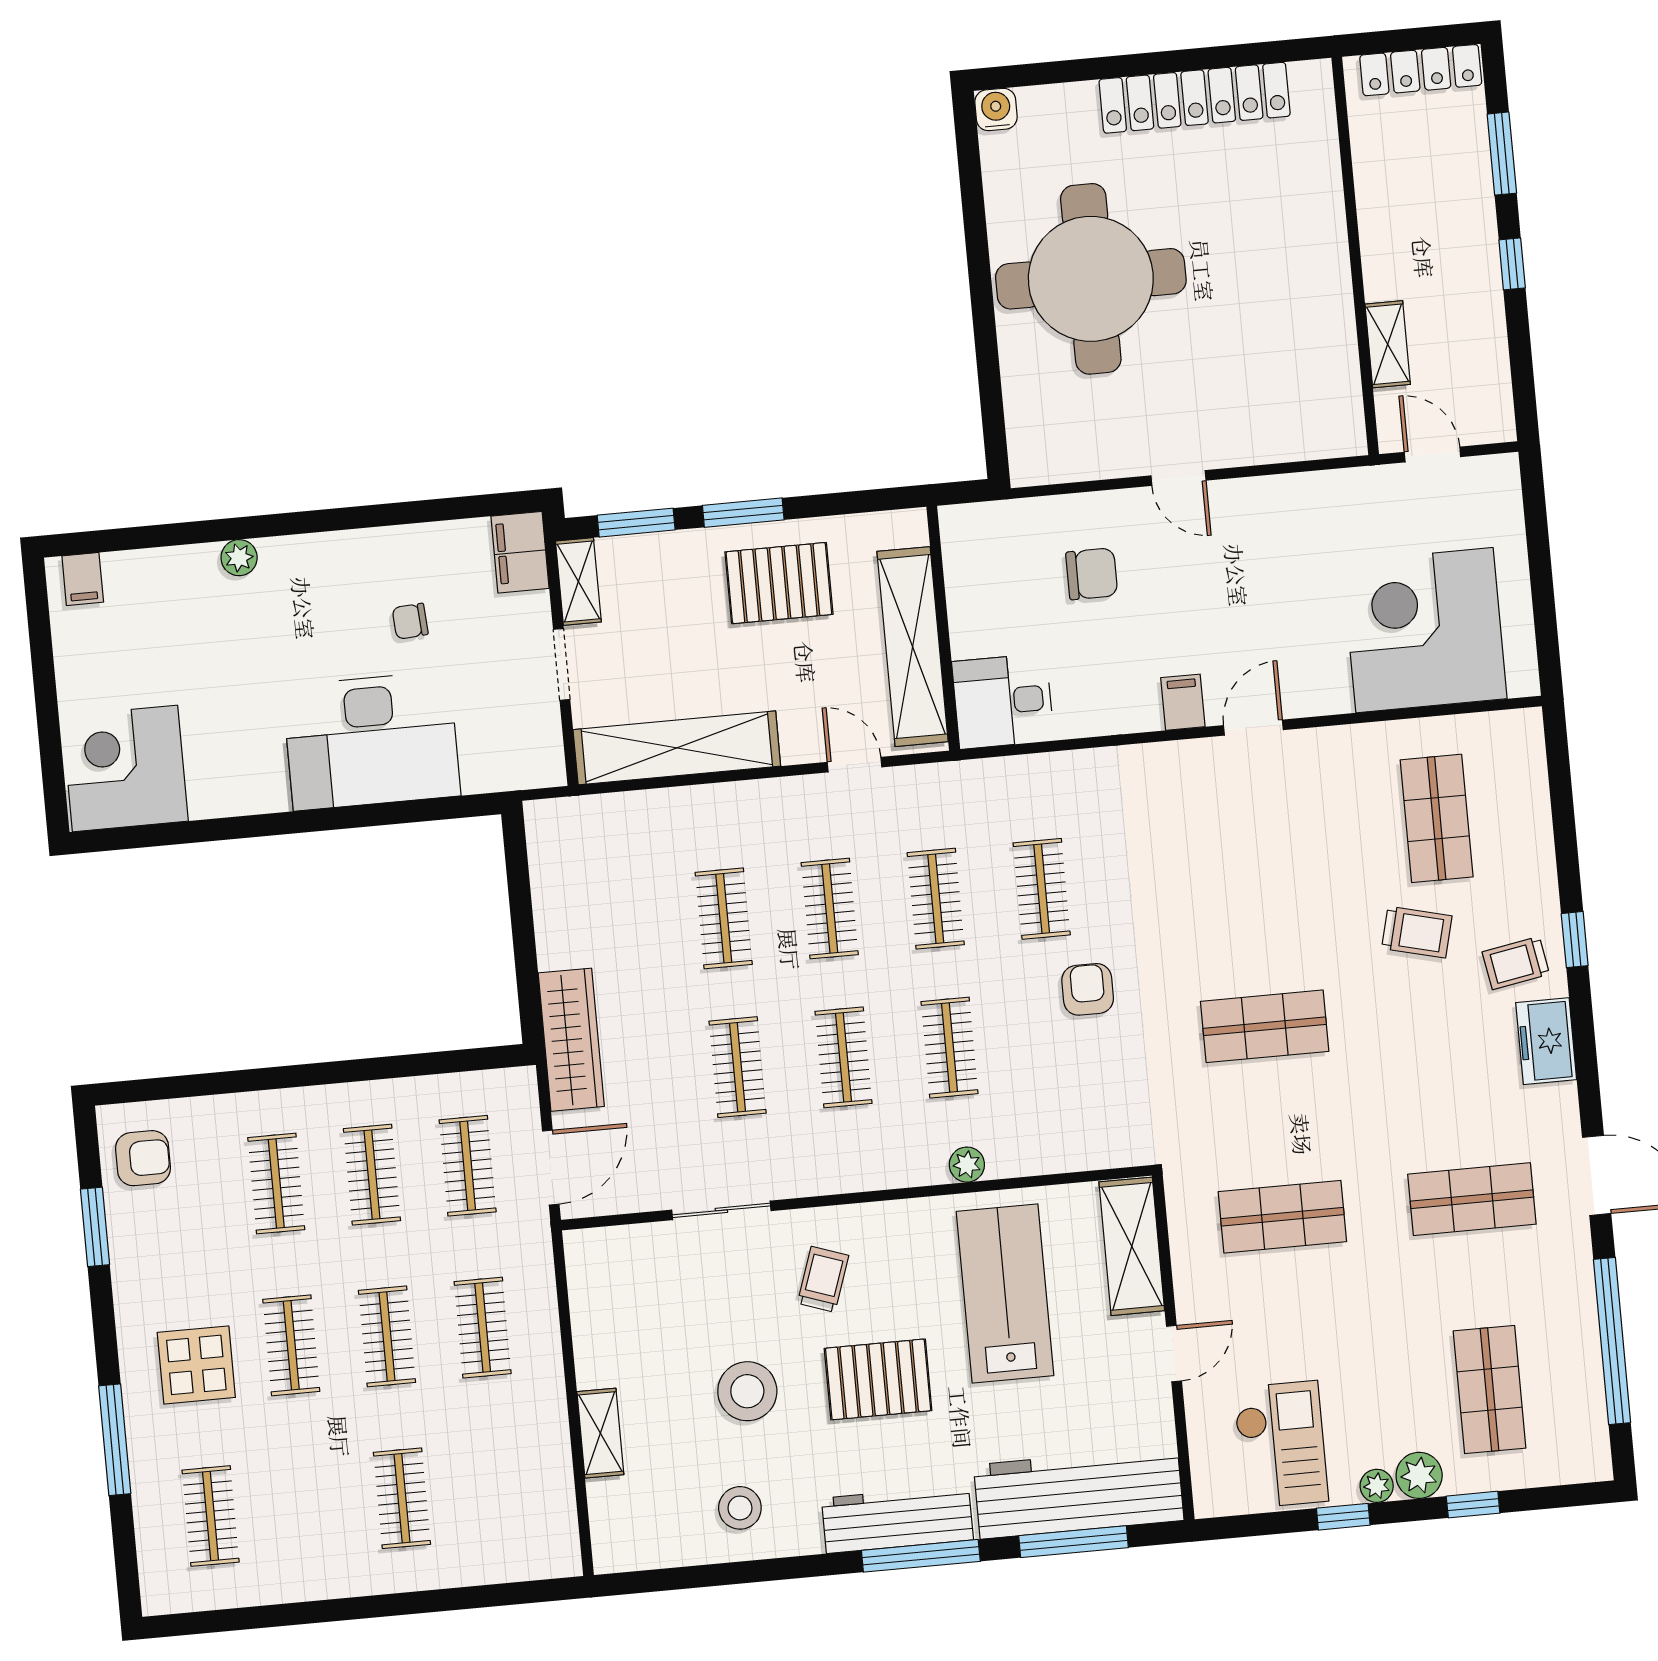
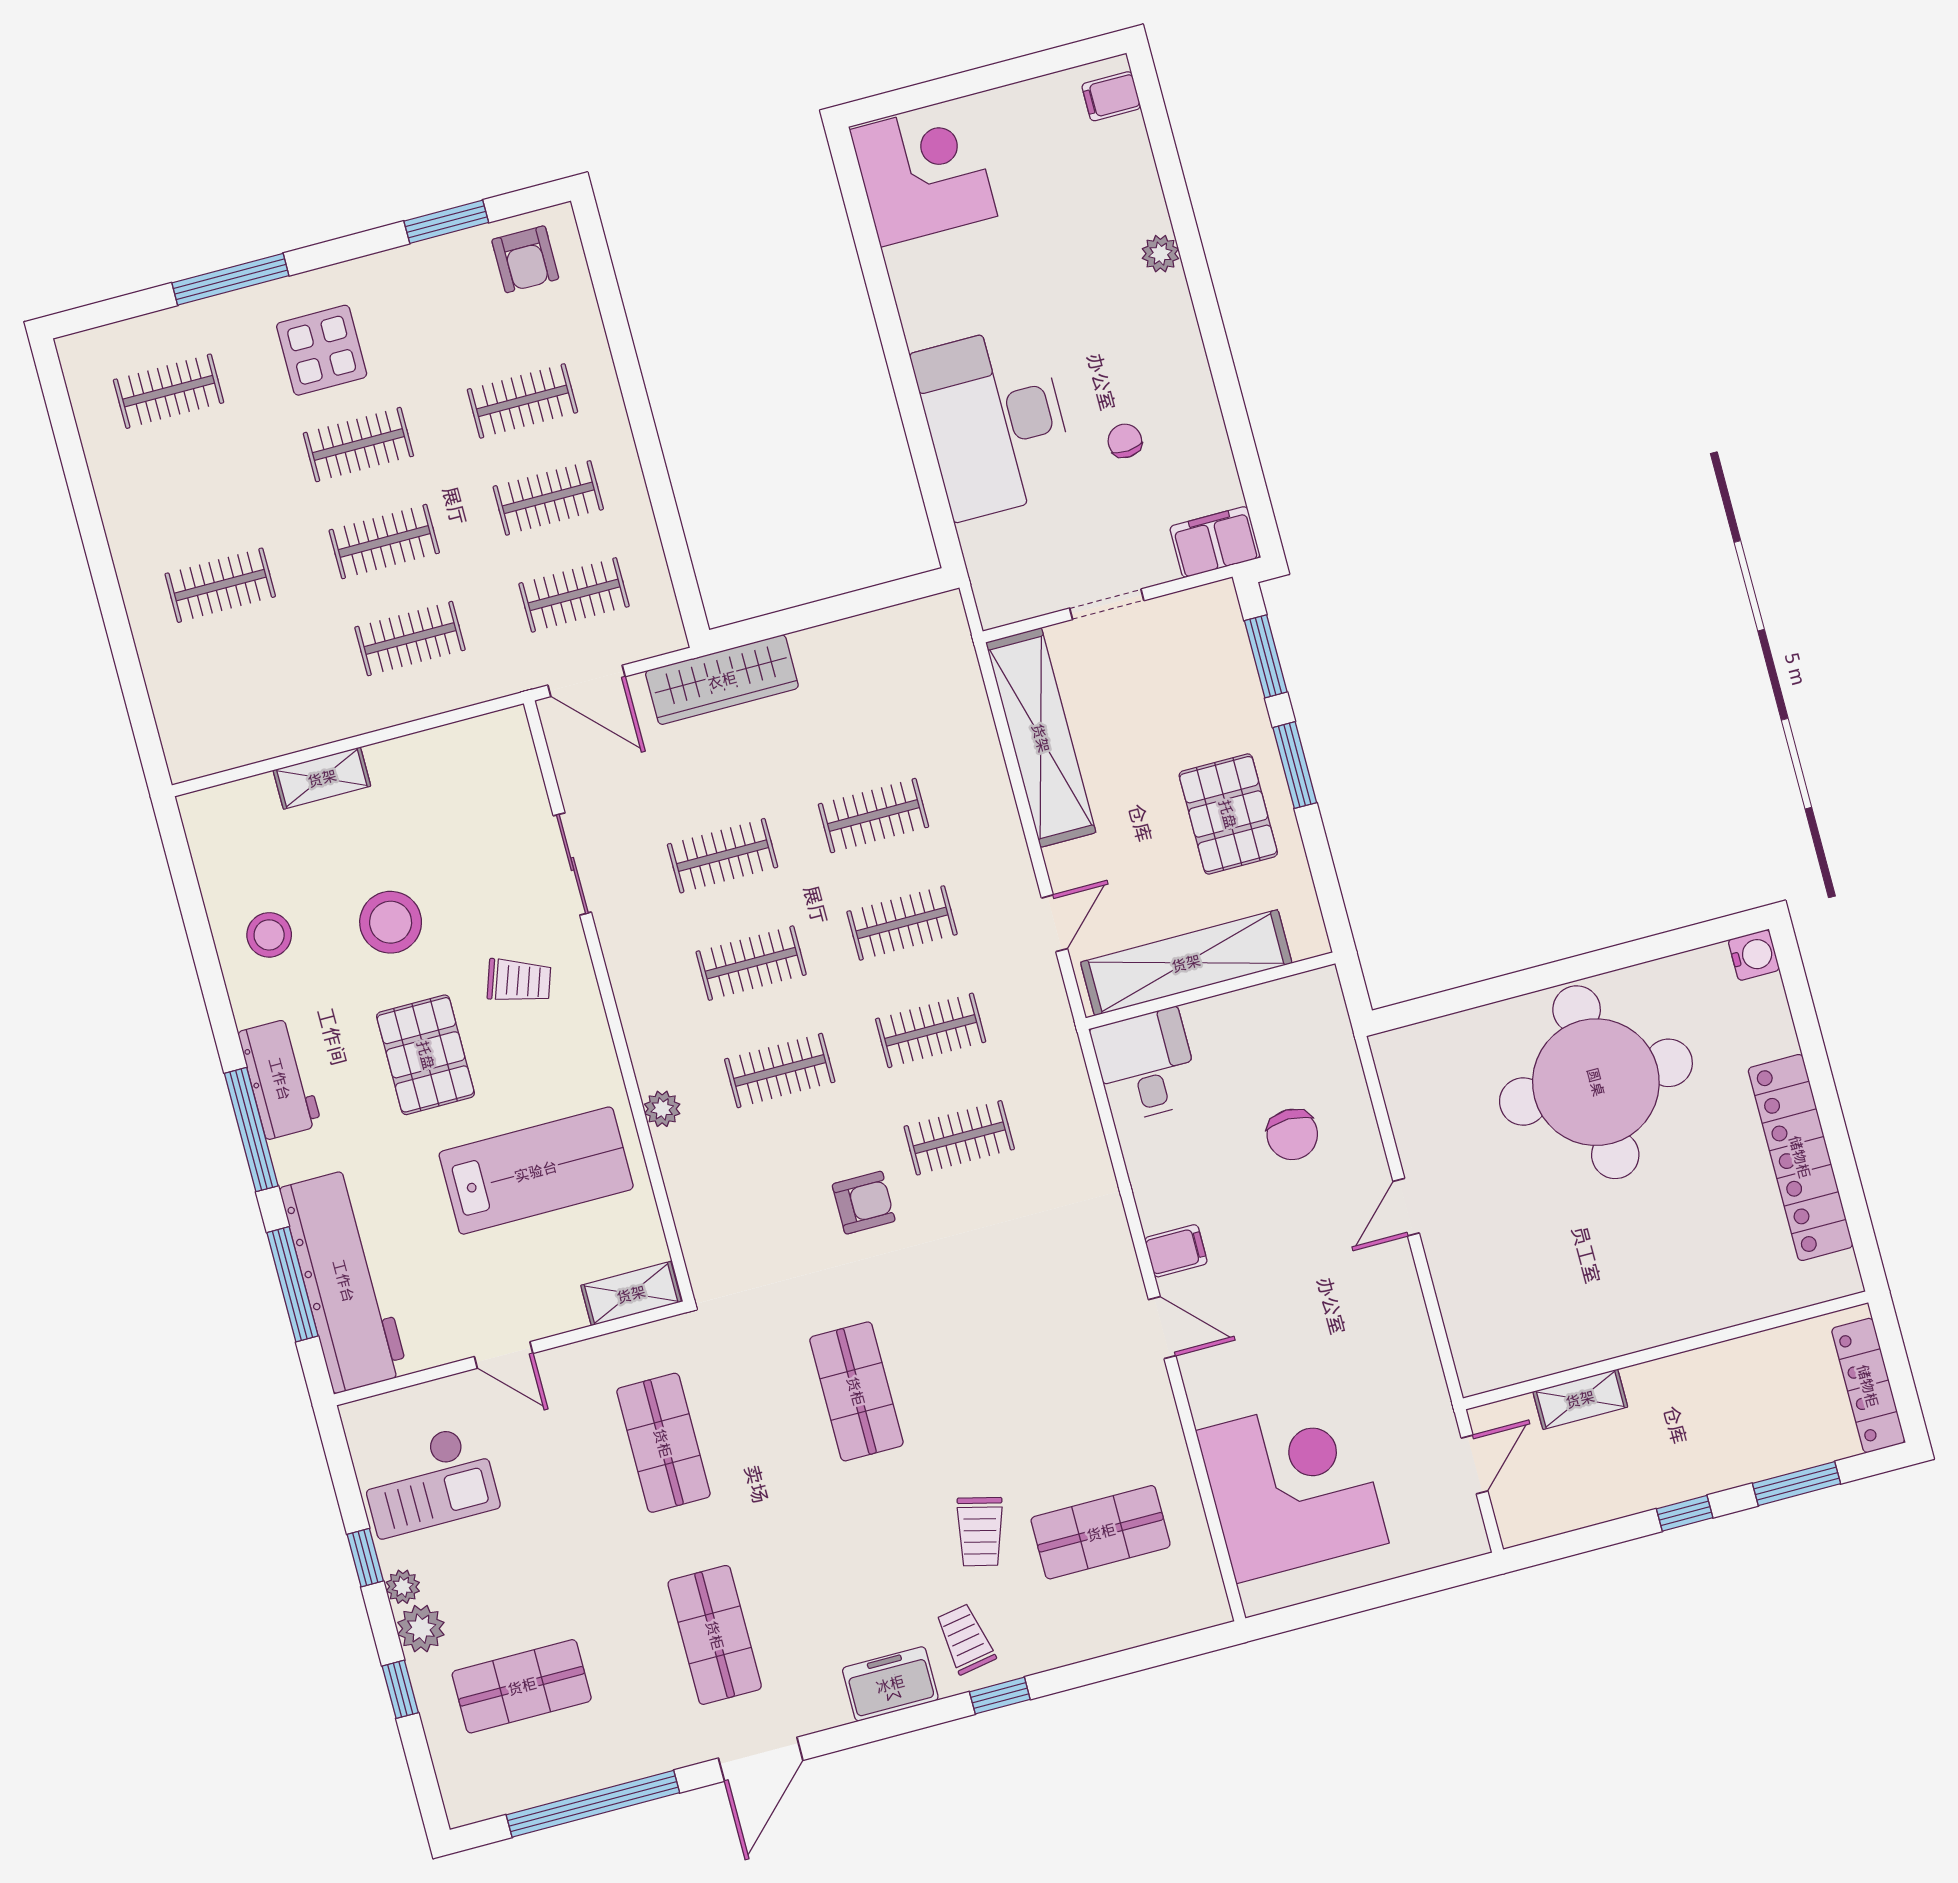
shelving: (578, 582) -> (1195, 607), removed
shelving: (1132, 1246) -> (631, 1294), width x0.67, depth x0.75
workbench: (897, 1519) -> (280, 1079), width x0.73

